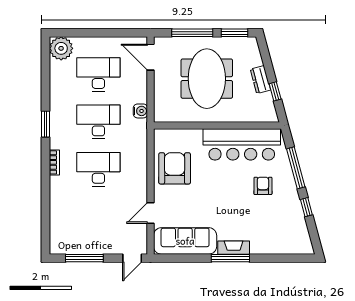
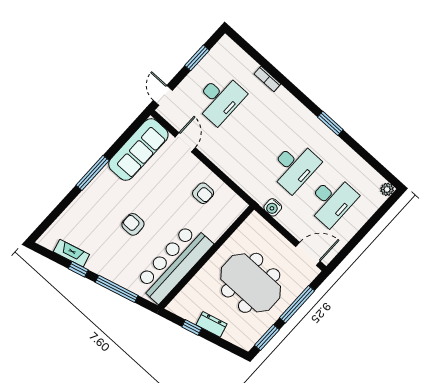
plant: (61, 48) -> (387, 189), width x0.53, depth x0.53
bookcase: (54, 162) -> (267, 79), moved
armchair: (175, 168) -> (203, 193), width x0.53, depth x0.53
desk: (98, 169) -> (220, 99), moved
armchair: (263, 186) -> (133, 224), moved, turned 180
fireplace: (234, 248) -> (71, 253), moved, turned -105
window: (84, 258) -> (197, 58), width x0.69

